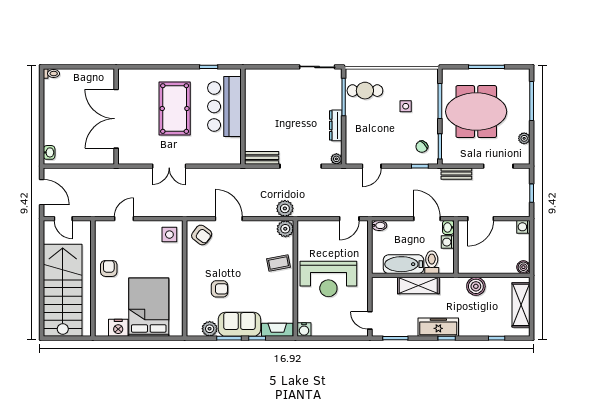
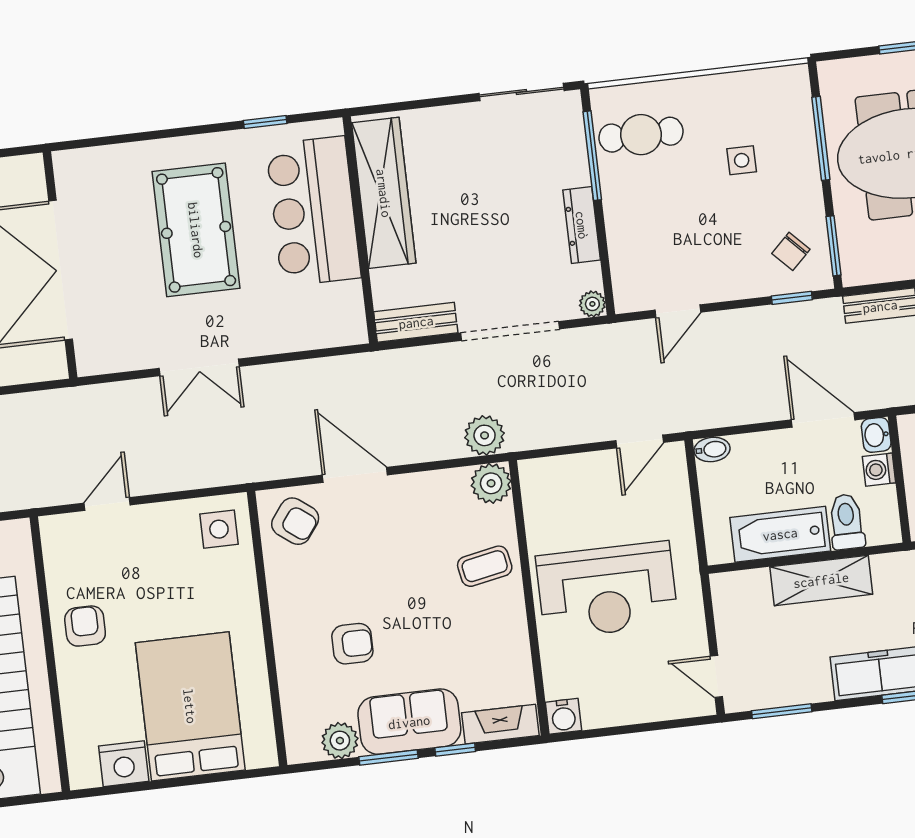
wardrobe: (255, 102) -> (384, 193), added

